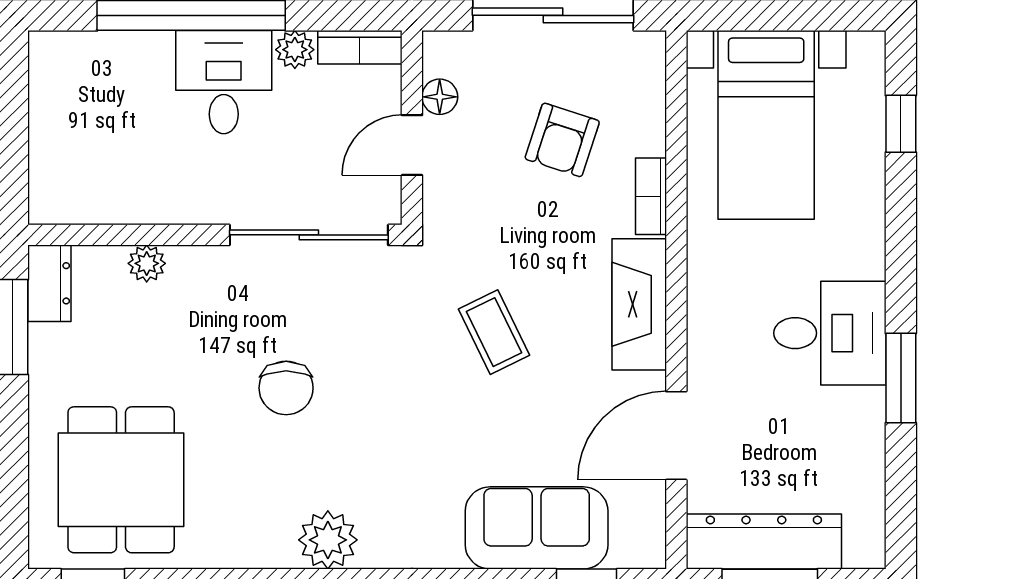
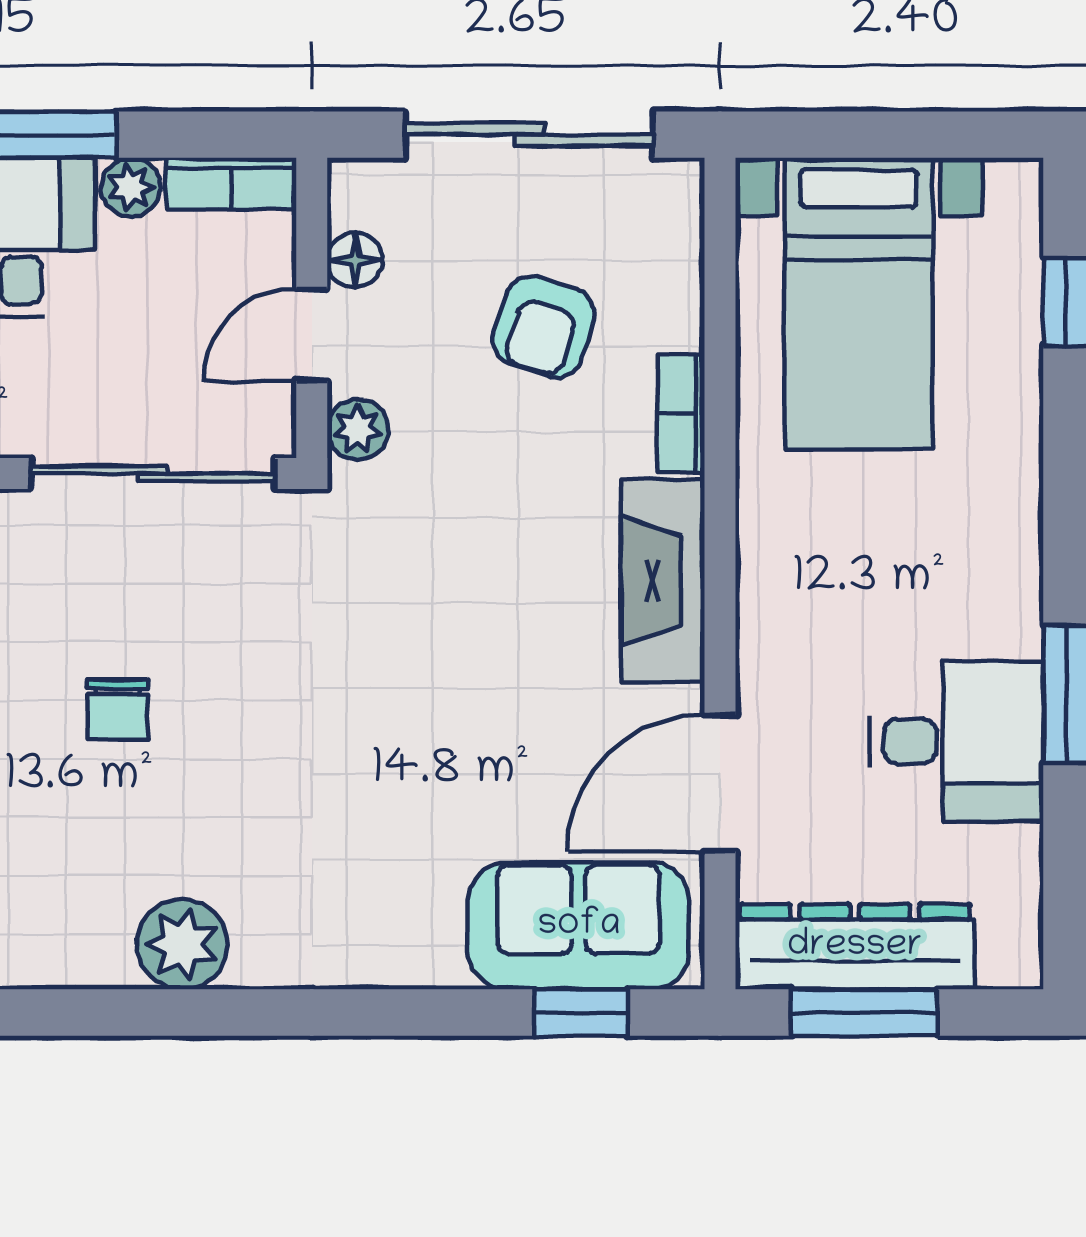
plant: (442, 206) -> (358, 430), added
coffee table: (494, 332) -> (438, 624), removed
desk: (830, 333) -> (957, 741), moved
chair: (286, 388) -> (117, 710), width x0.73, depth x0.73
sofa: (537, 528) -> (579, 926), moved

